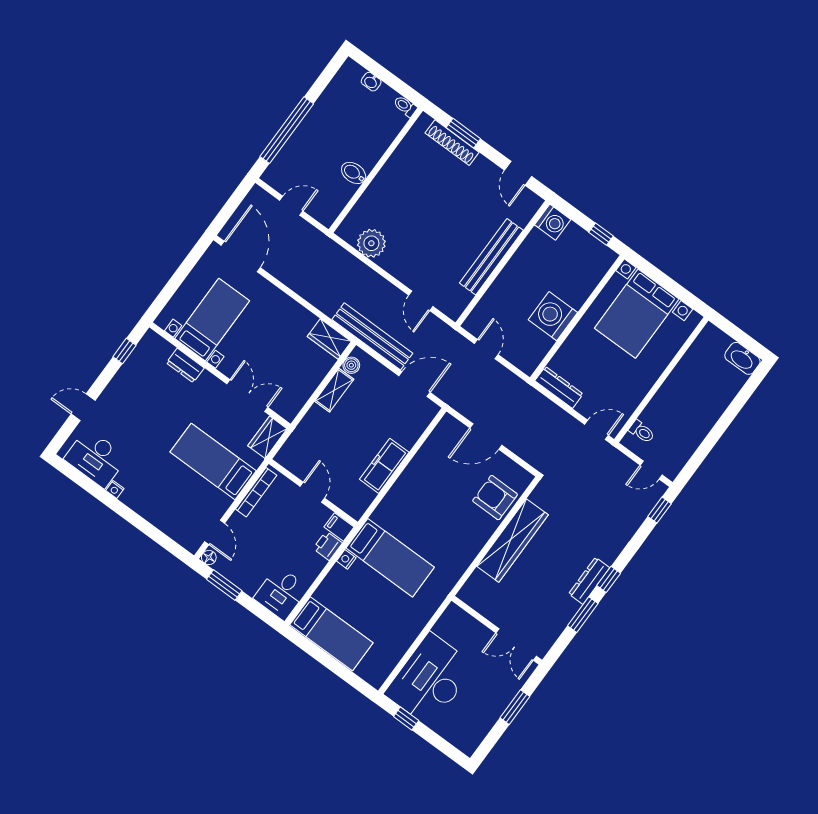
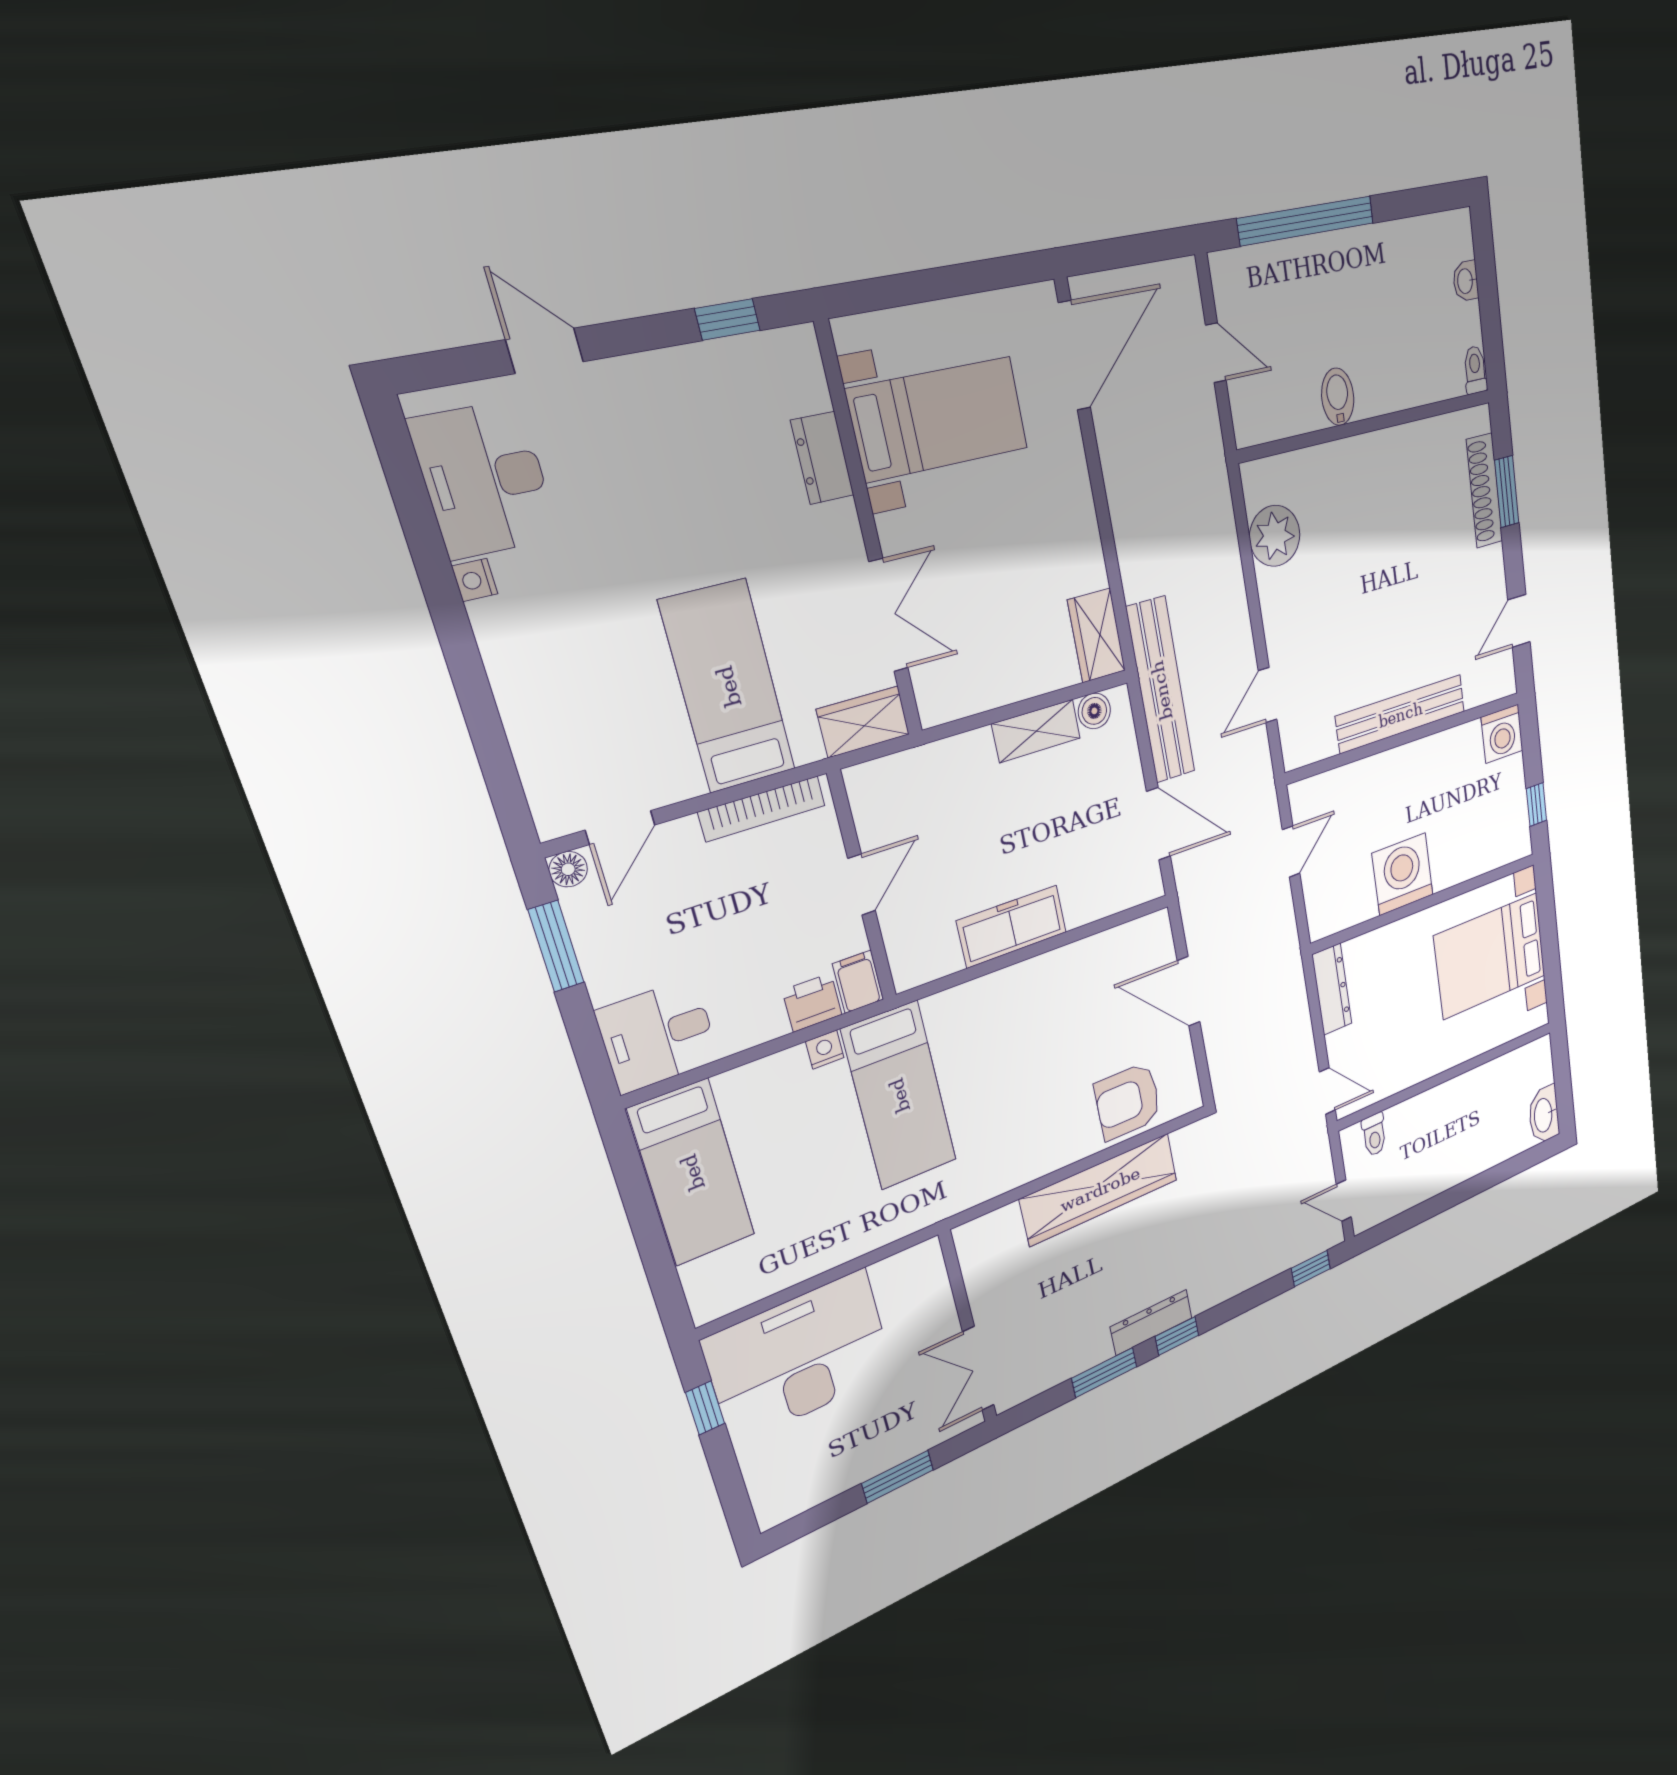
armchair: (495, 498) -> (1128, 1101), turned -90

